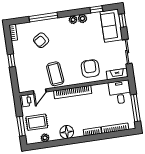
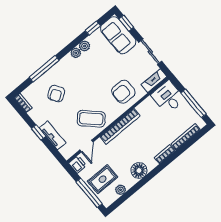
tv unit: (20, 69) -> (52, 135), added
armchair: (90, 69) -> (123, 92), turned -90
coffee table: (55, 74) -> (91, 119), turned -40
window: (21, 126) -> (89, 193), width x1.44

